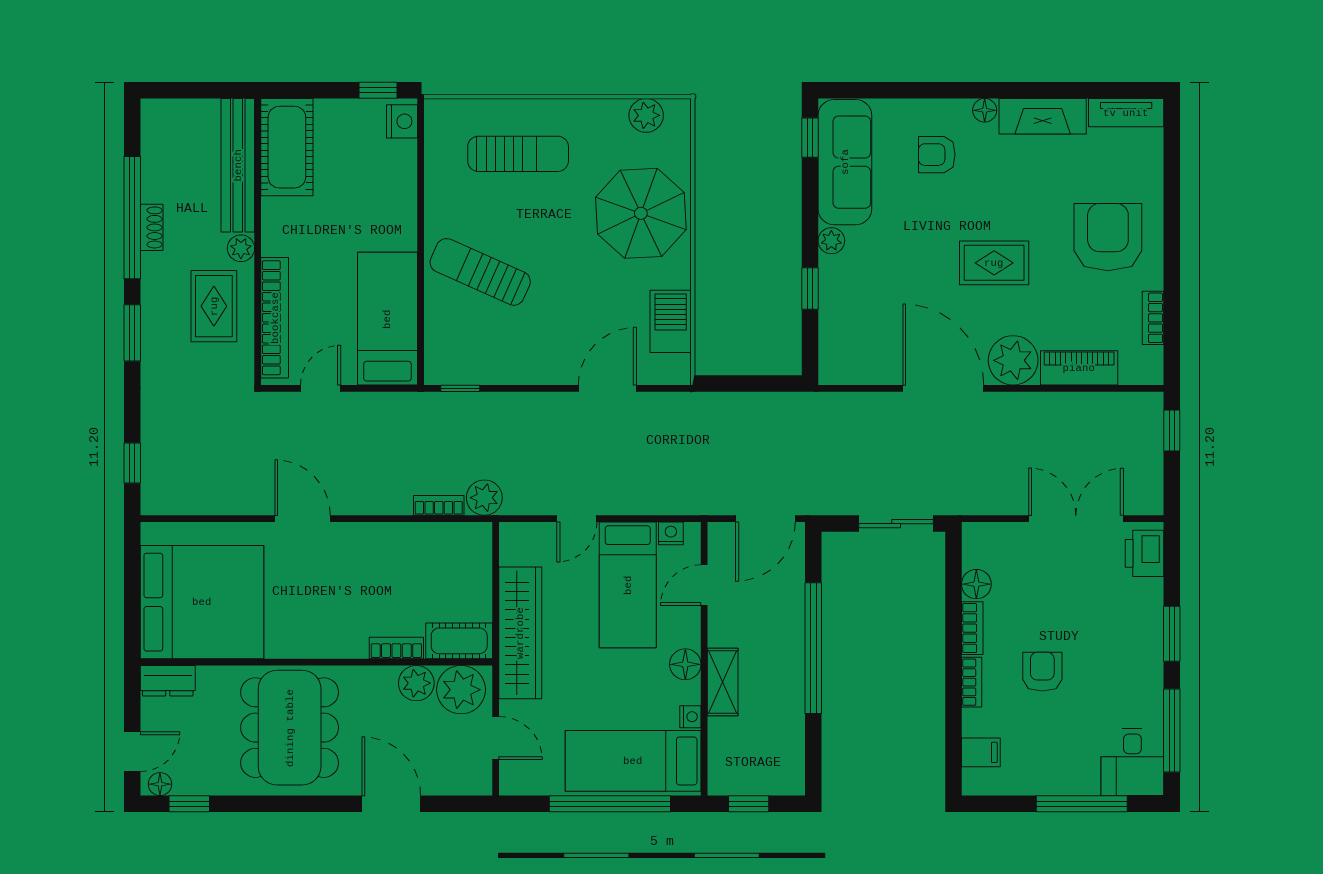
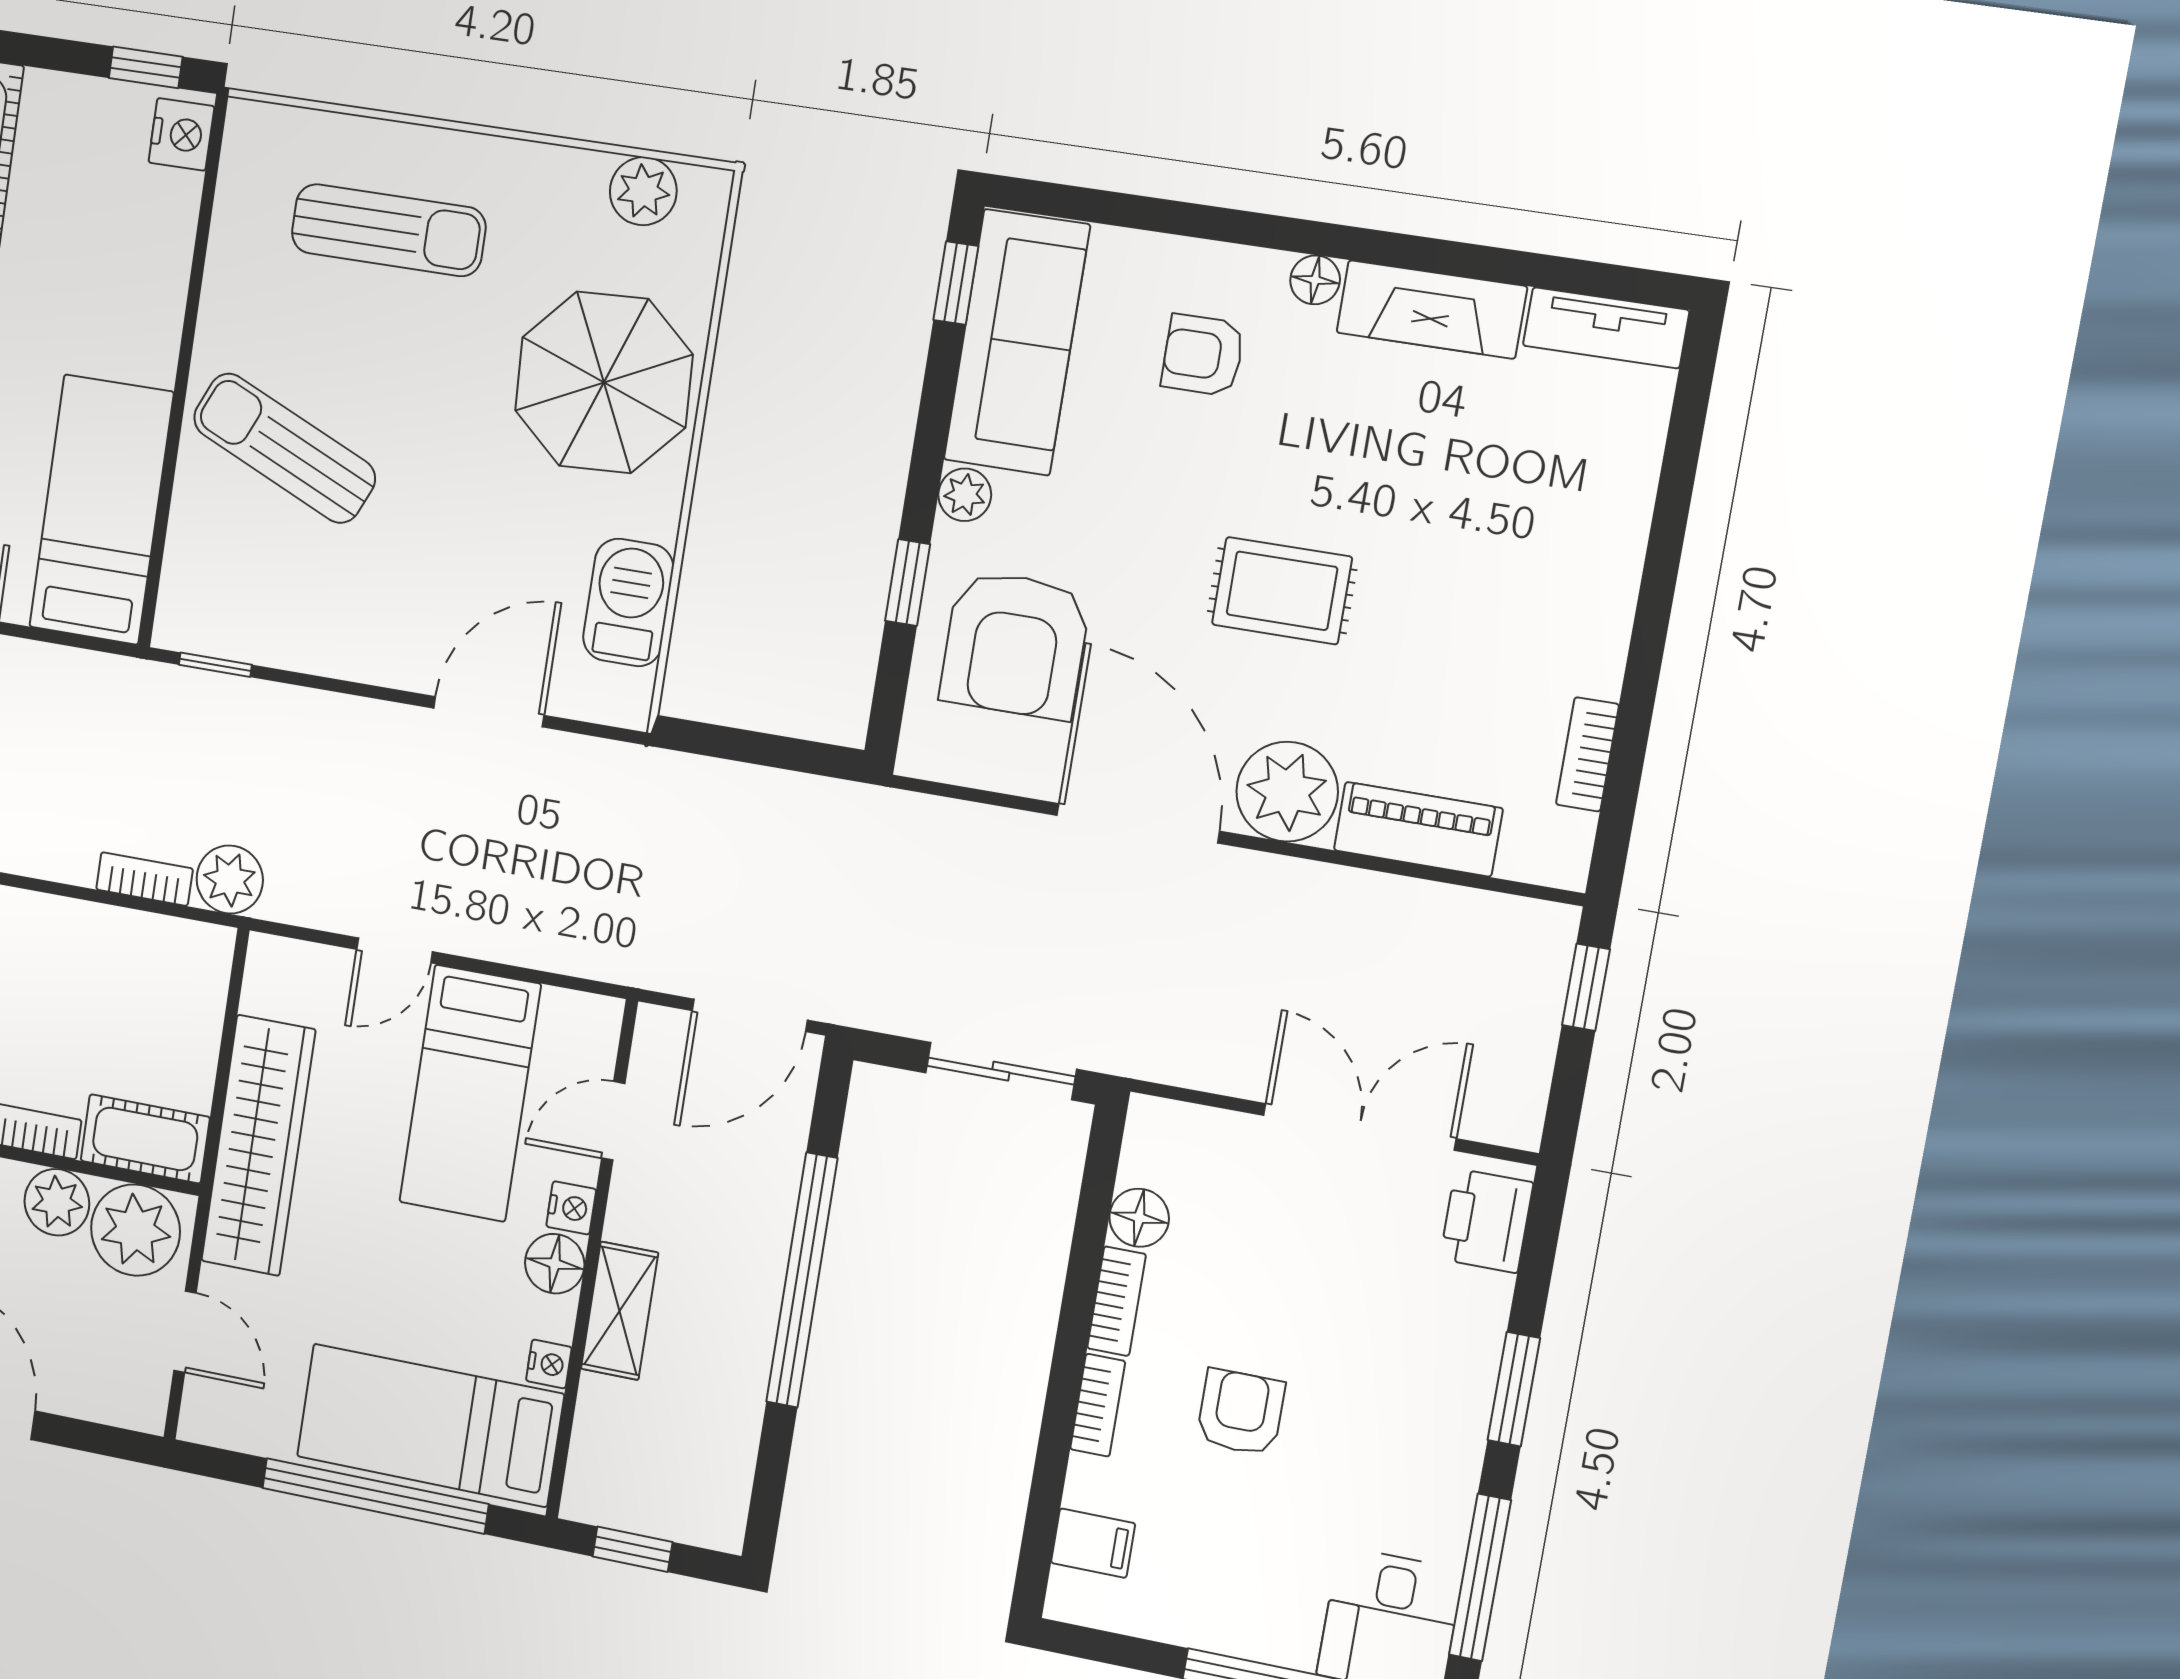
armchair: (1108, 237) -> (1015, 645), moved, turned 180
nightstand: (671, 533) -> (571, 1208), moved, turned 90

